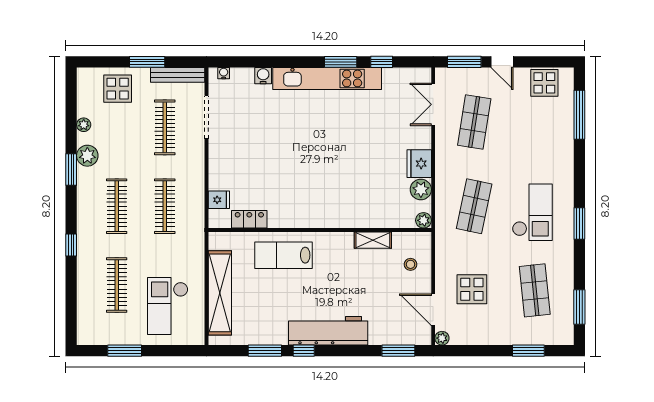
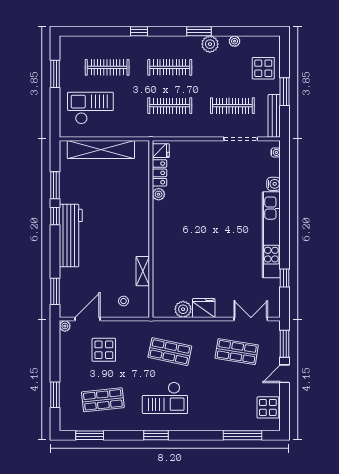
window: (341, 62) -> (285, 245), removed
fridge: (219, 200) -> (161, 151), moved, turned -90
plant: (424, 220) -> (159, 194), moved
lab bench: (283, 255) -> (131, 200), removed

